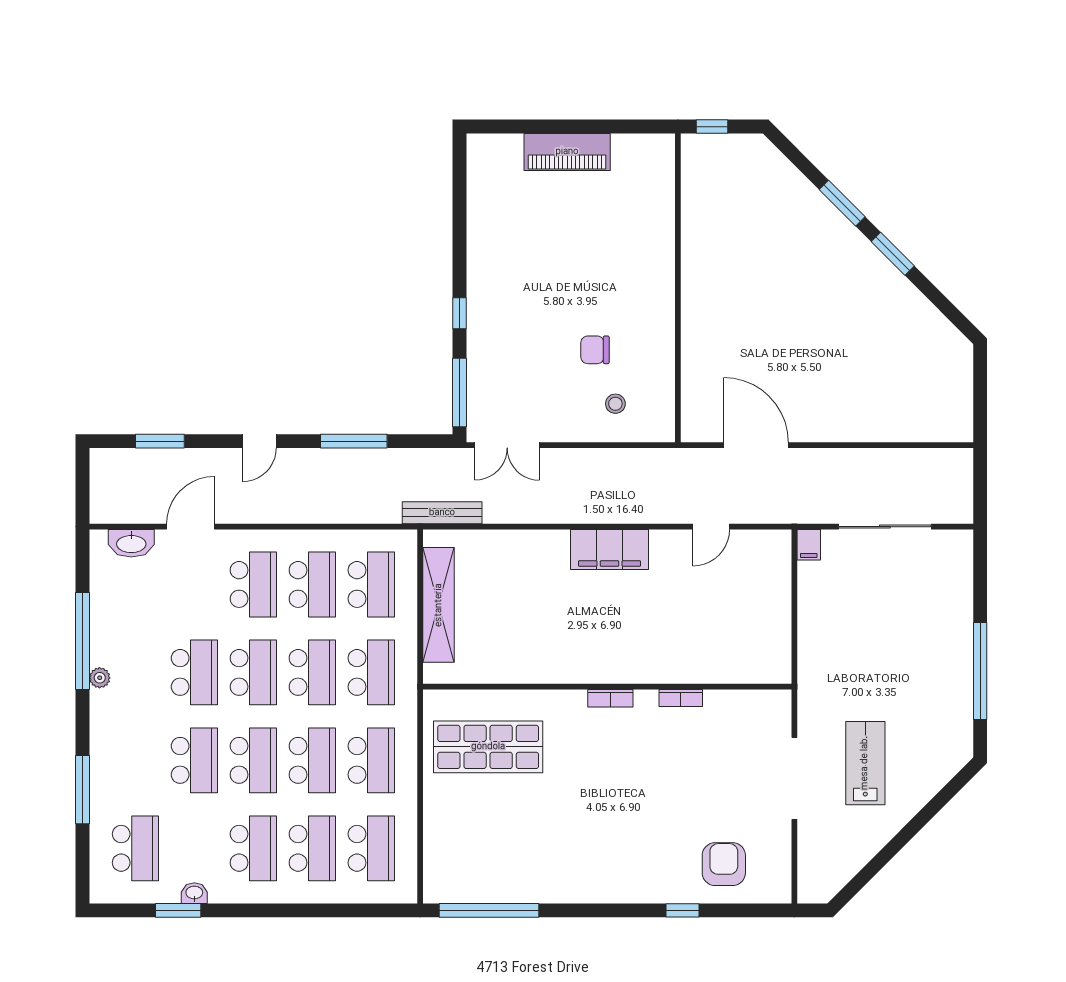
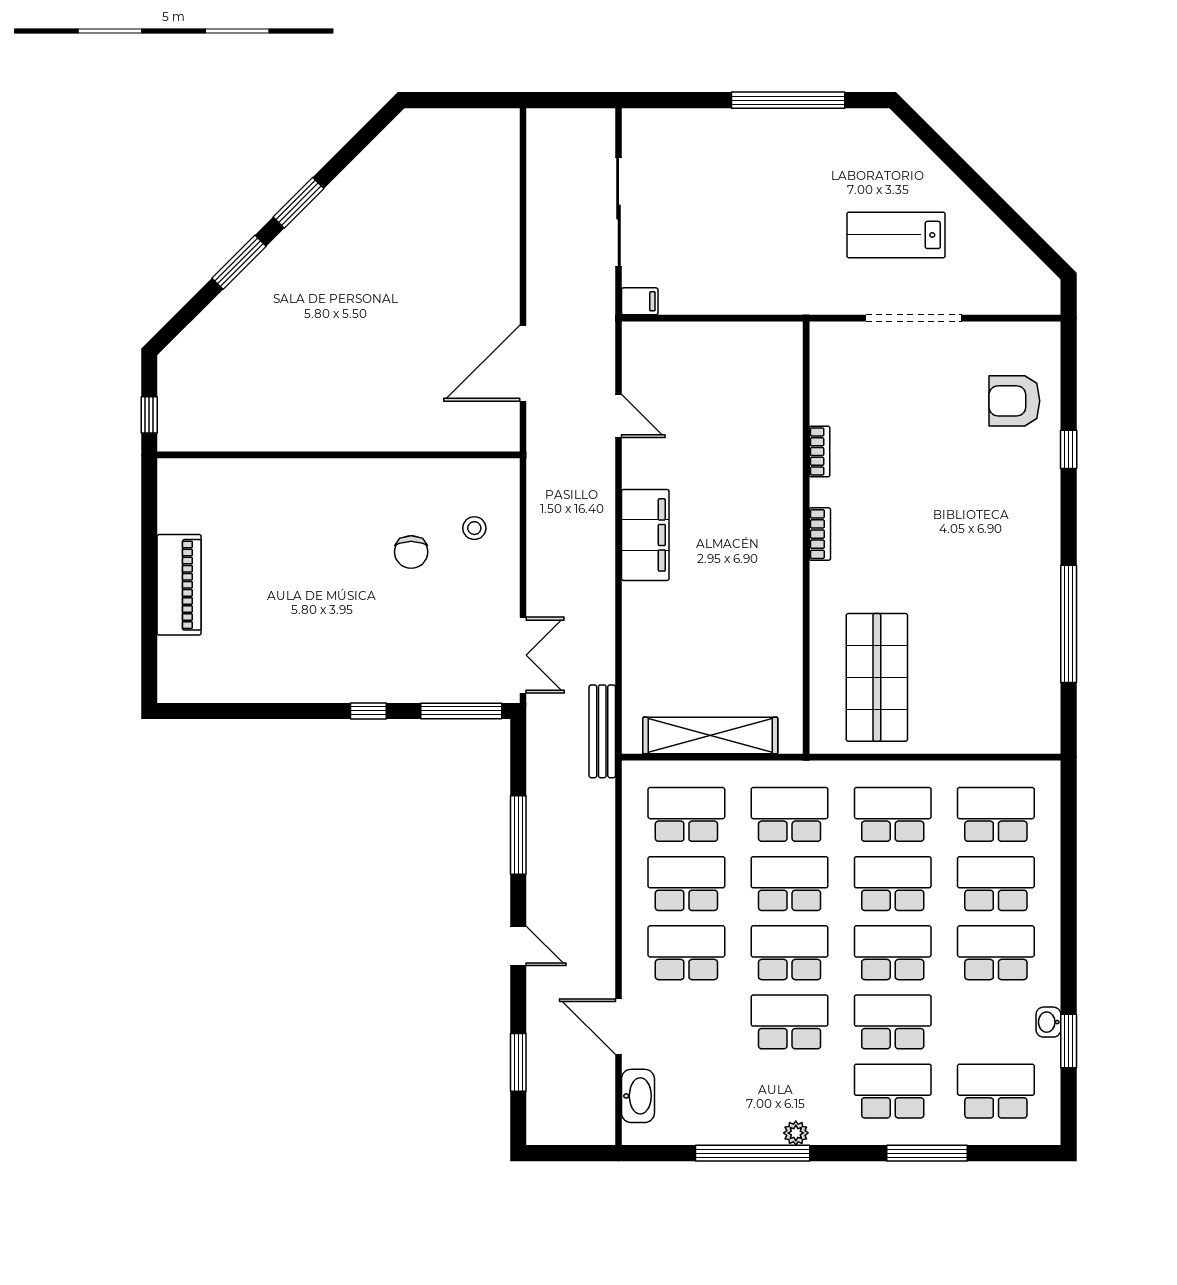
school desk: (135, 760) -> (893, 1091), added
window: (489, 910) -> (1069, 624), moved

